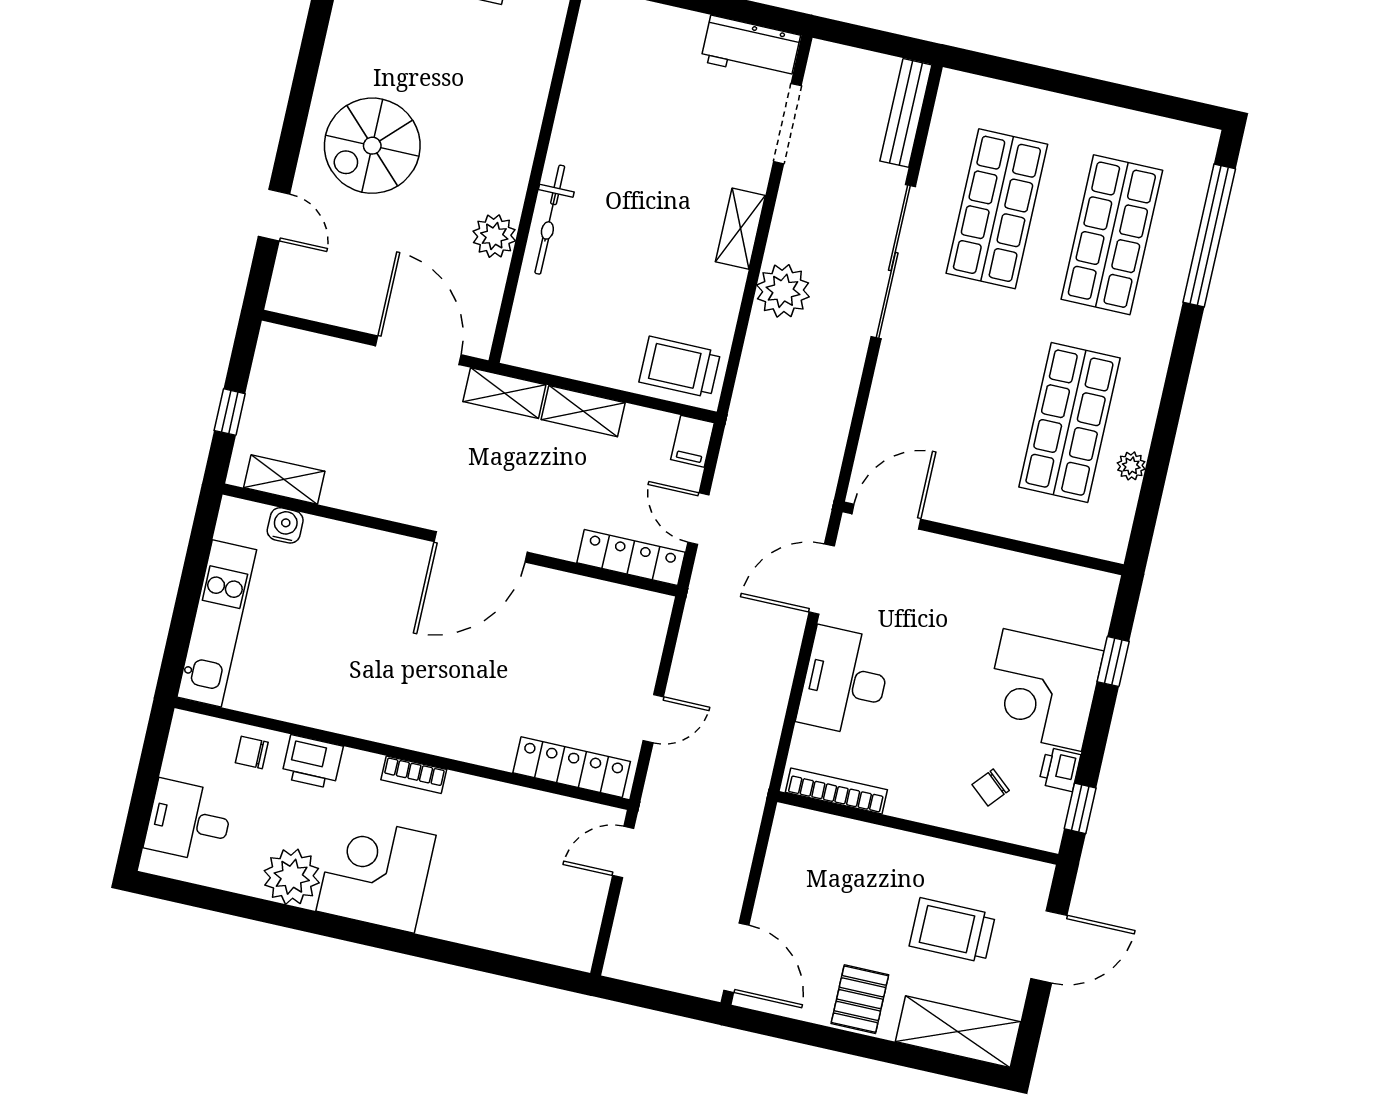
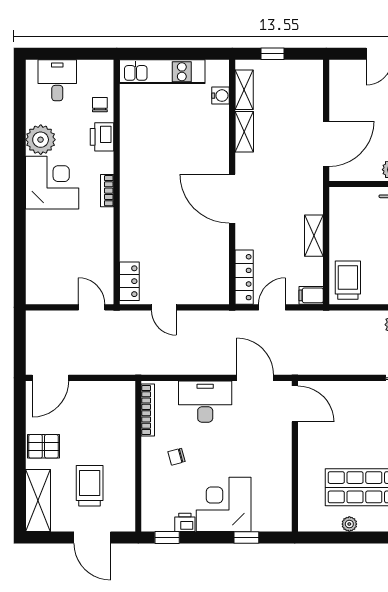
shelving: (504, 393) -> (244, 132), moved
locker: (572, 767) -> (129, 281), width x0.66
chair: (991, 787) -> (177, 457), moved, turned -56

